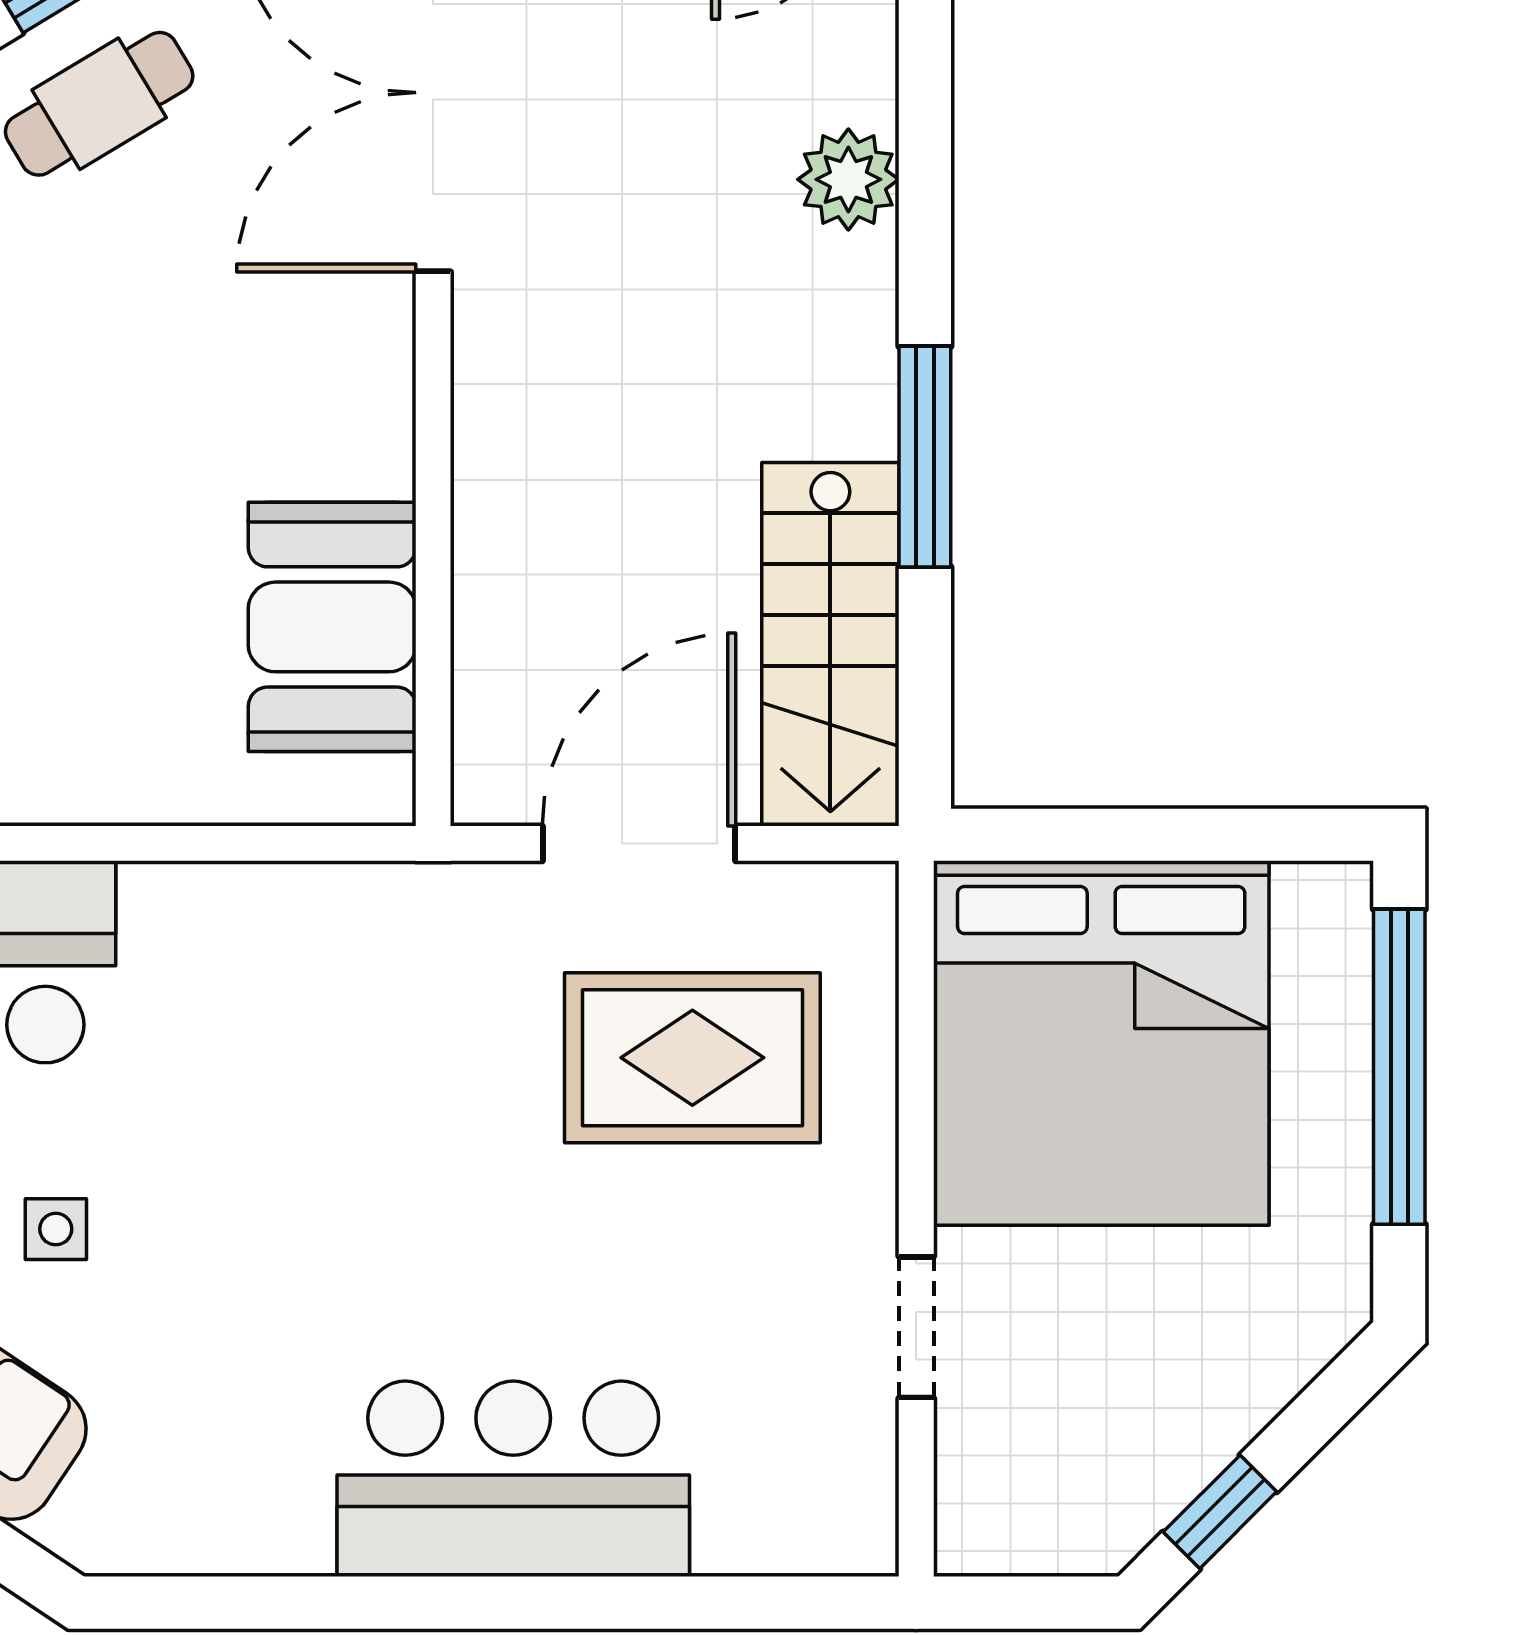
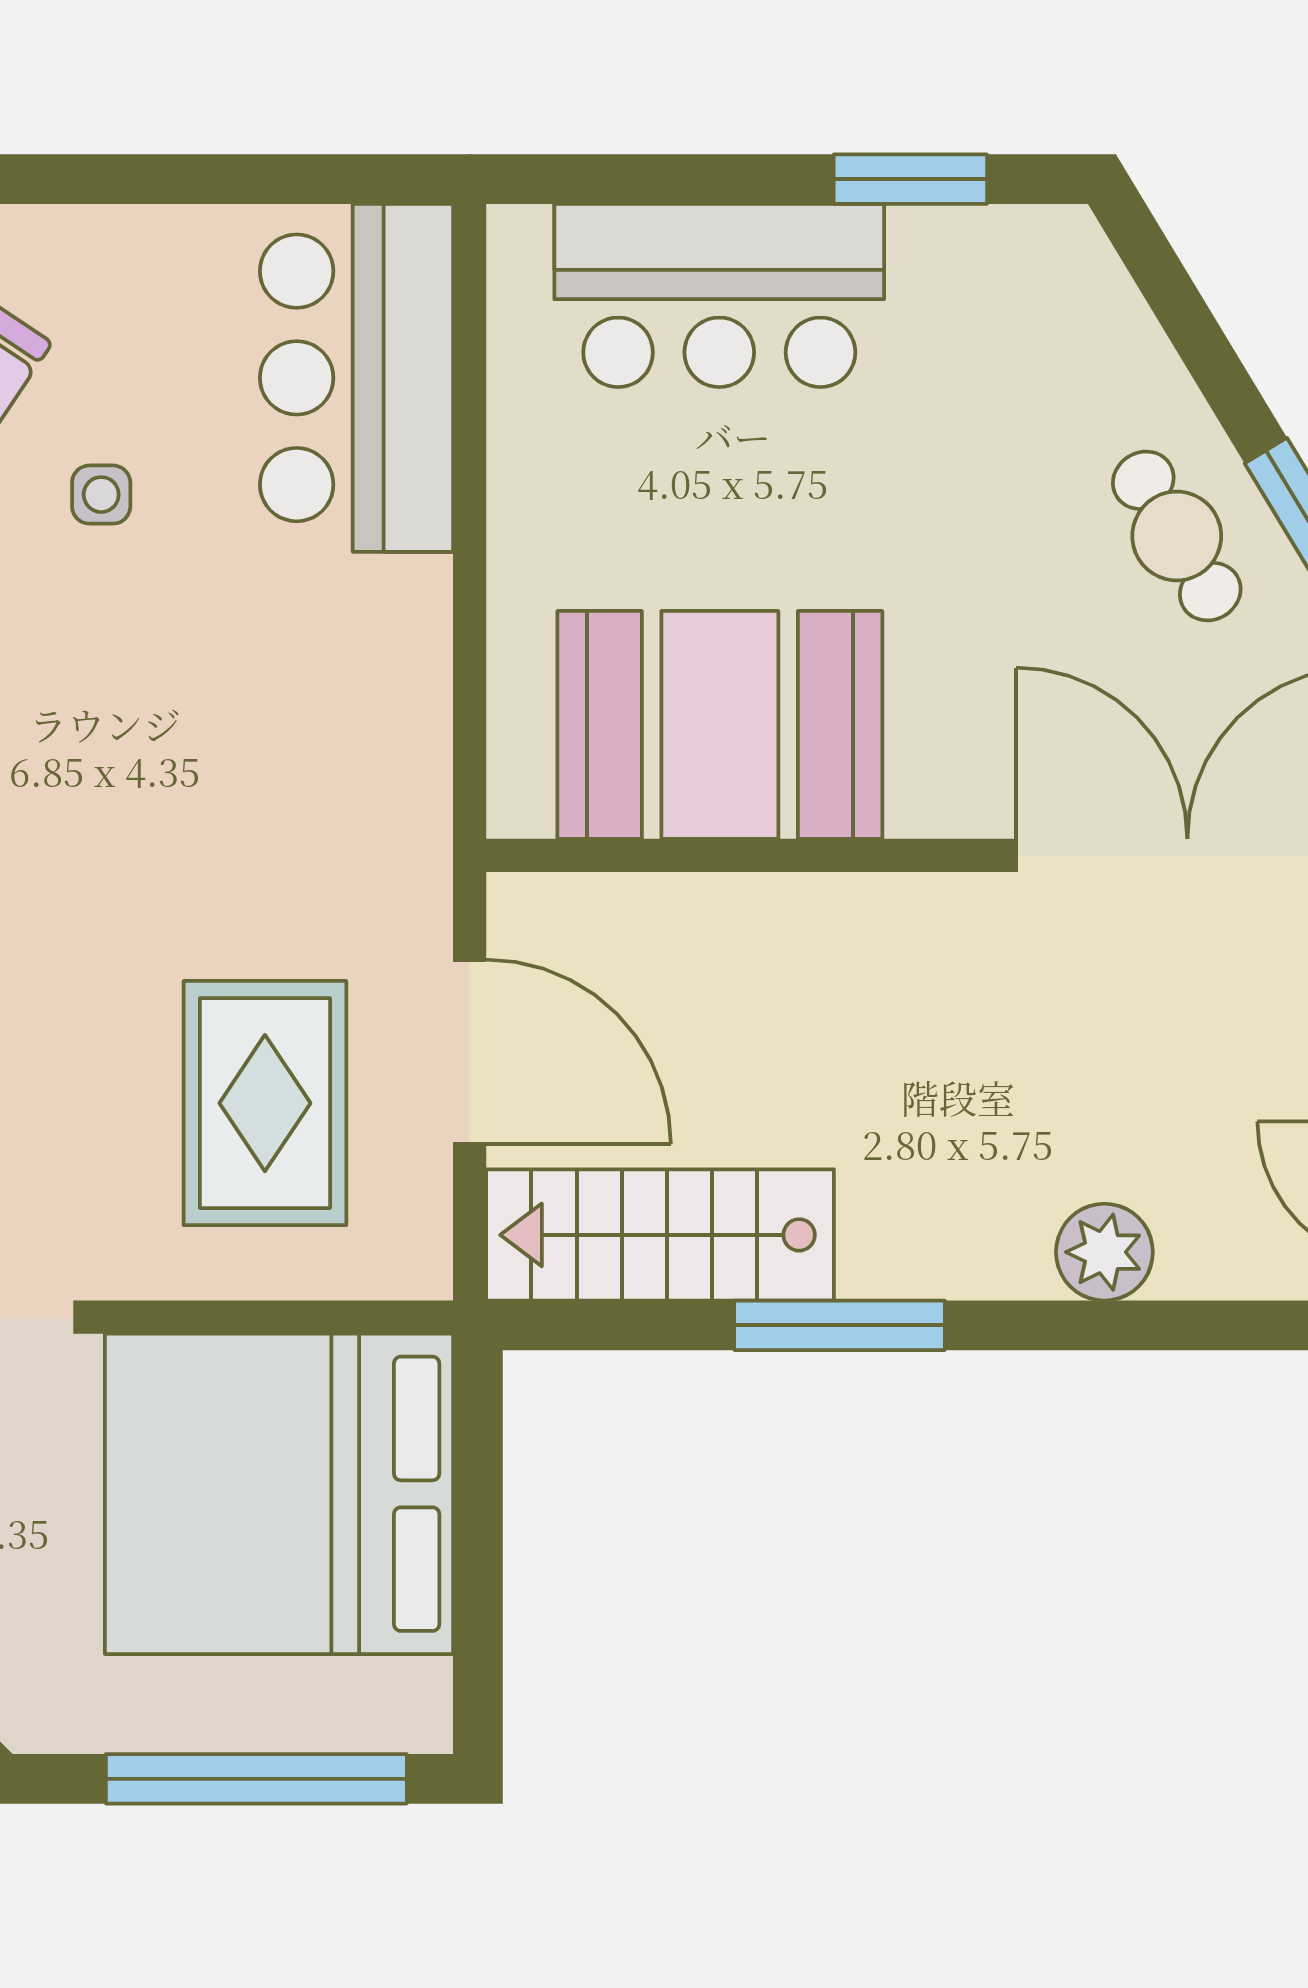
booth: (332, 627) -> (720, 725), width x1.36, depth x1.42

